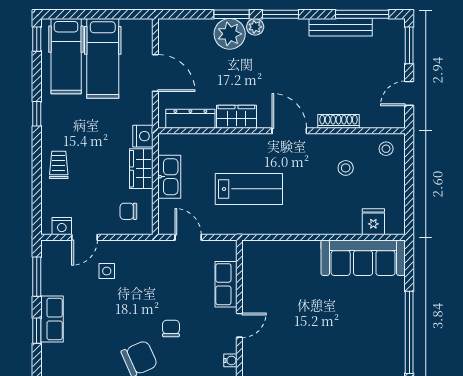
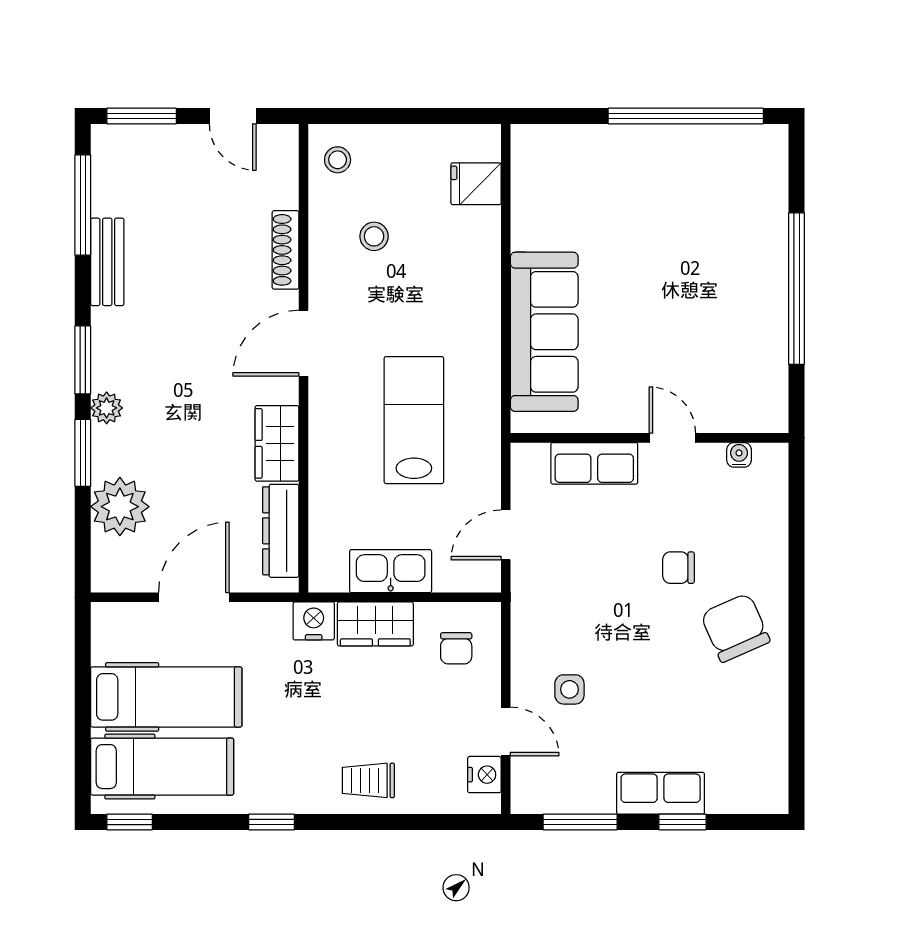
bench: (341, 27) -> (107, 262), width x0.73
plant: (230, 34) -> (120, 507), moved
sofa: (363, 258) -> (544, 332), moved

